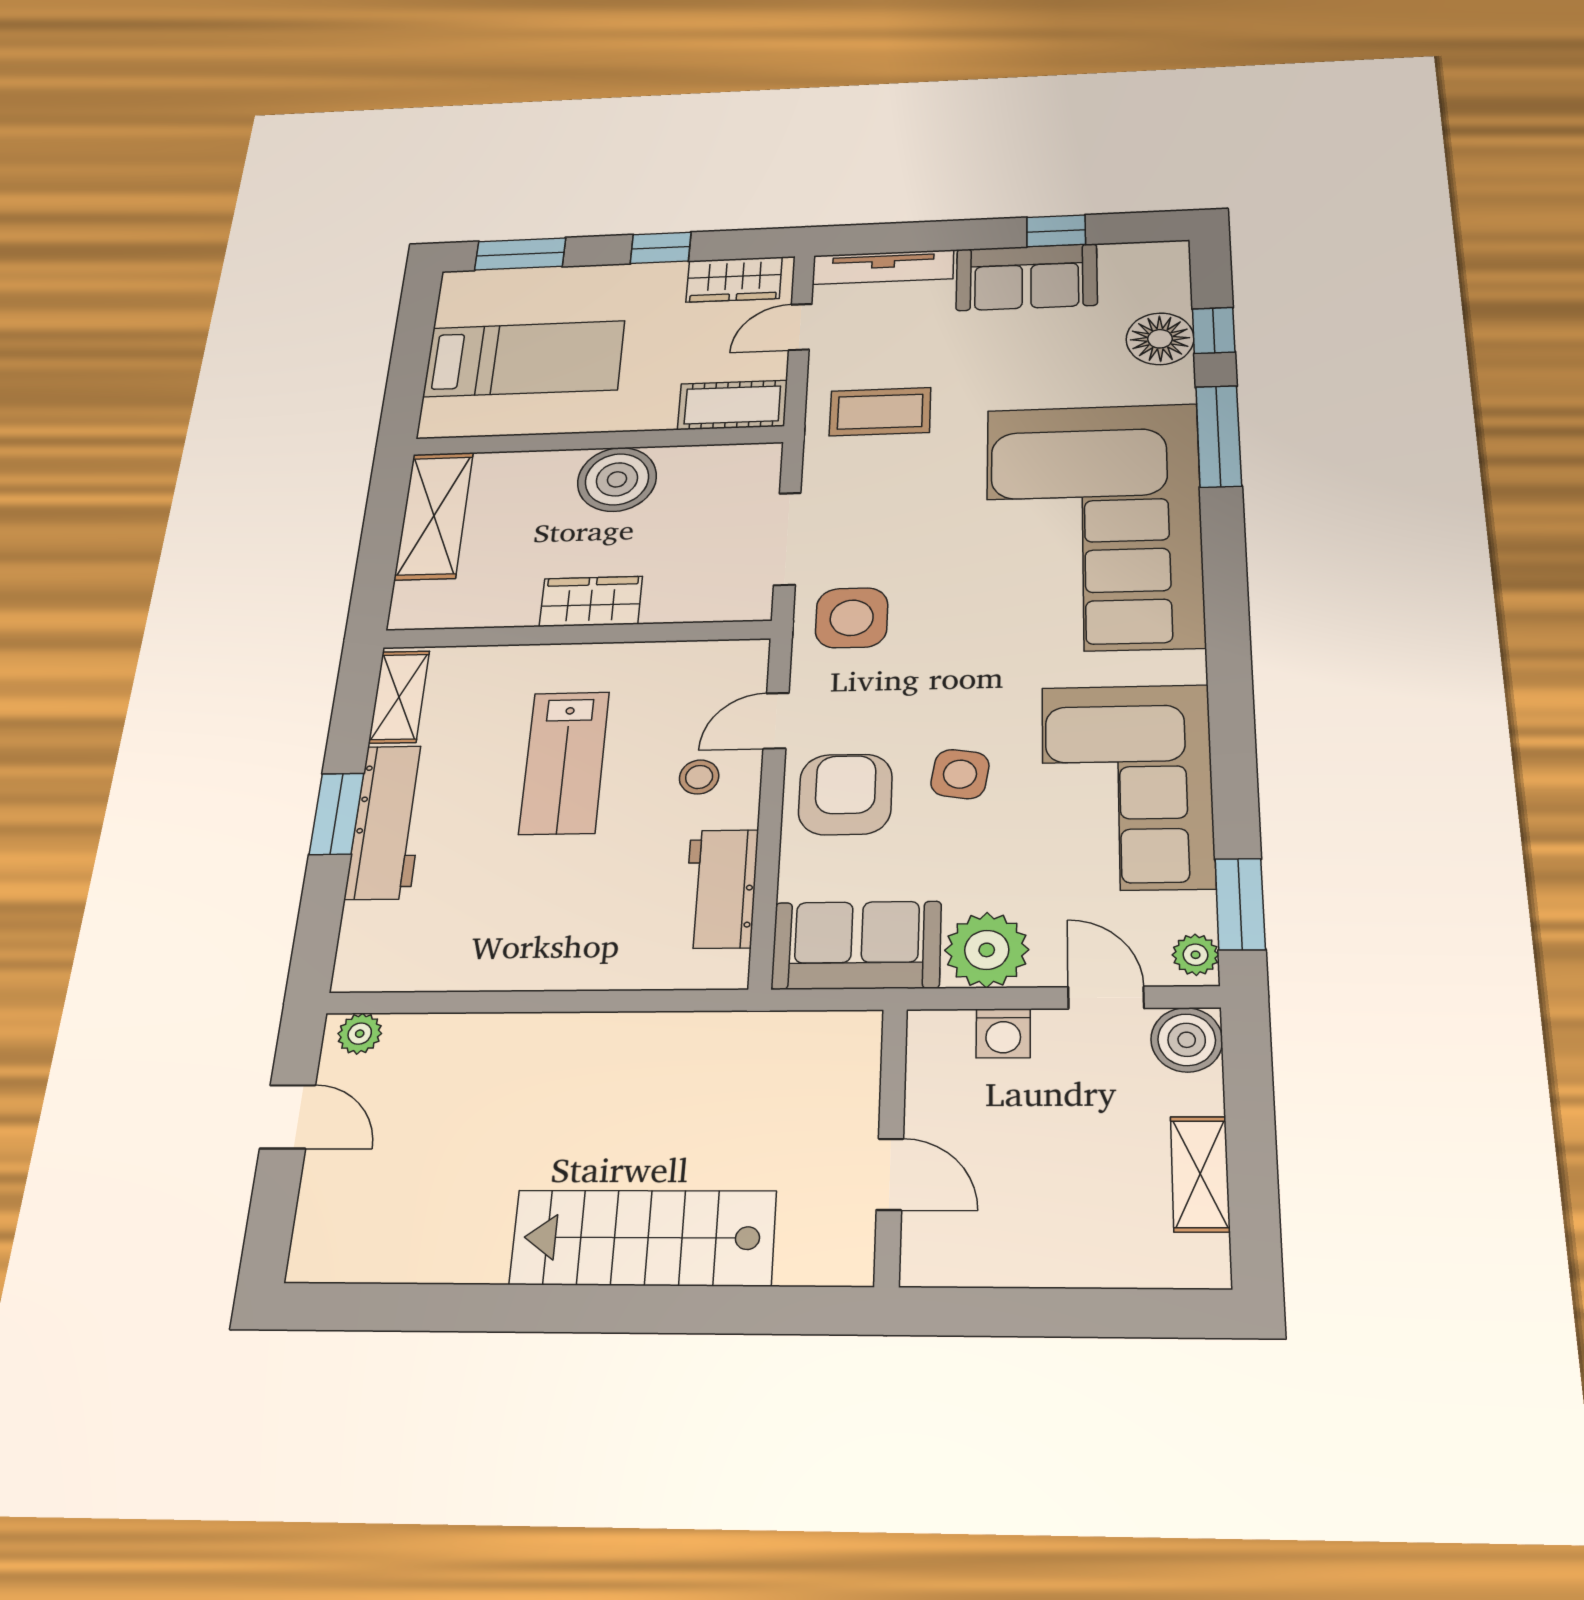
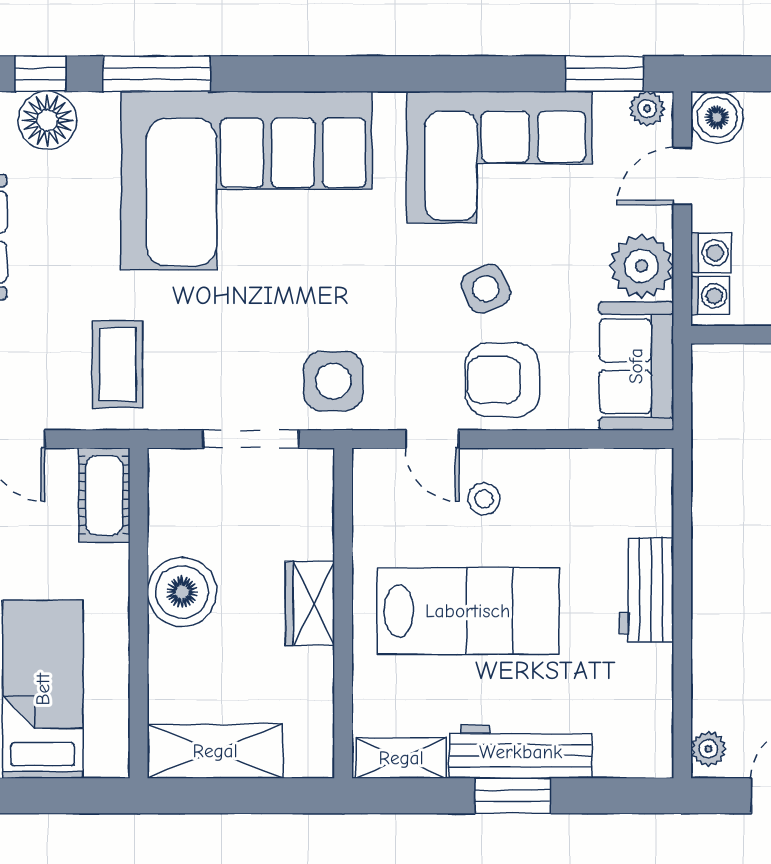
lab bench: (564, 763) -> (468, 611), width x1.36, depth x1.39
side table: (960, 774) -> (486, 289), turned -33
workbench: (721, 889) -> (647, 590), moved, turned 90
washing machine: (946, 1033) -> (710, 296), added

